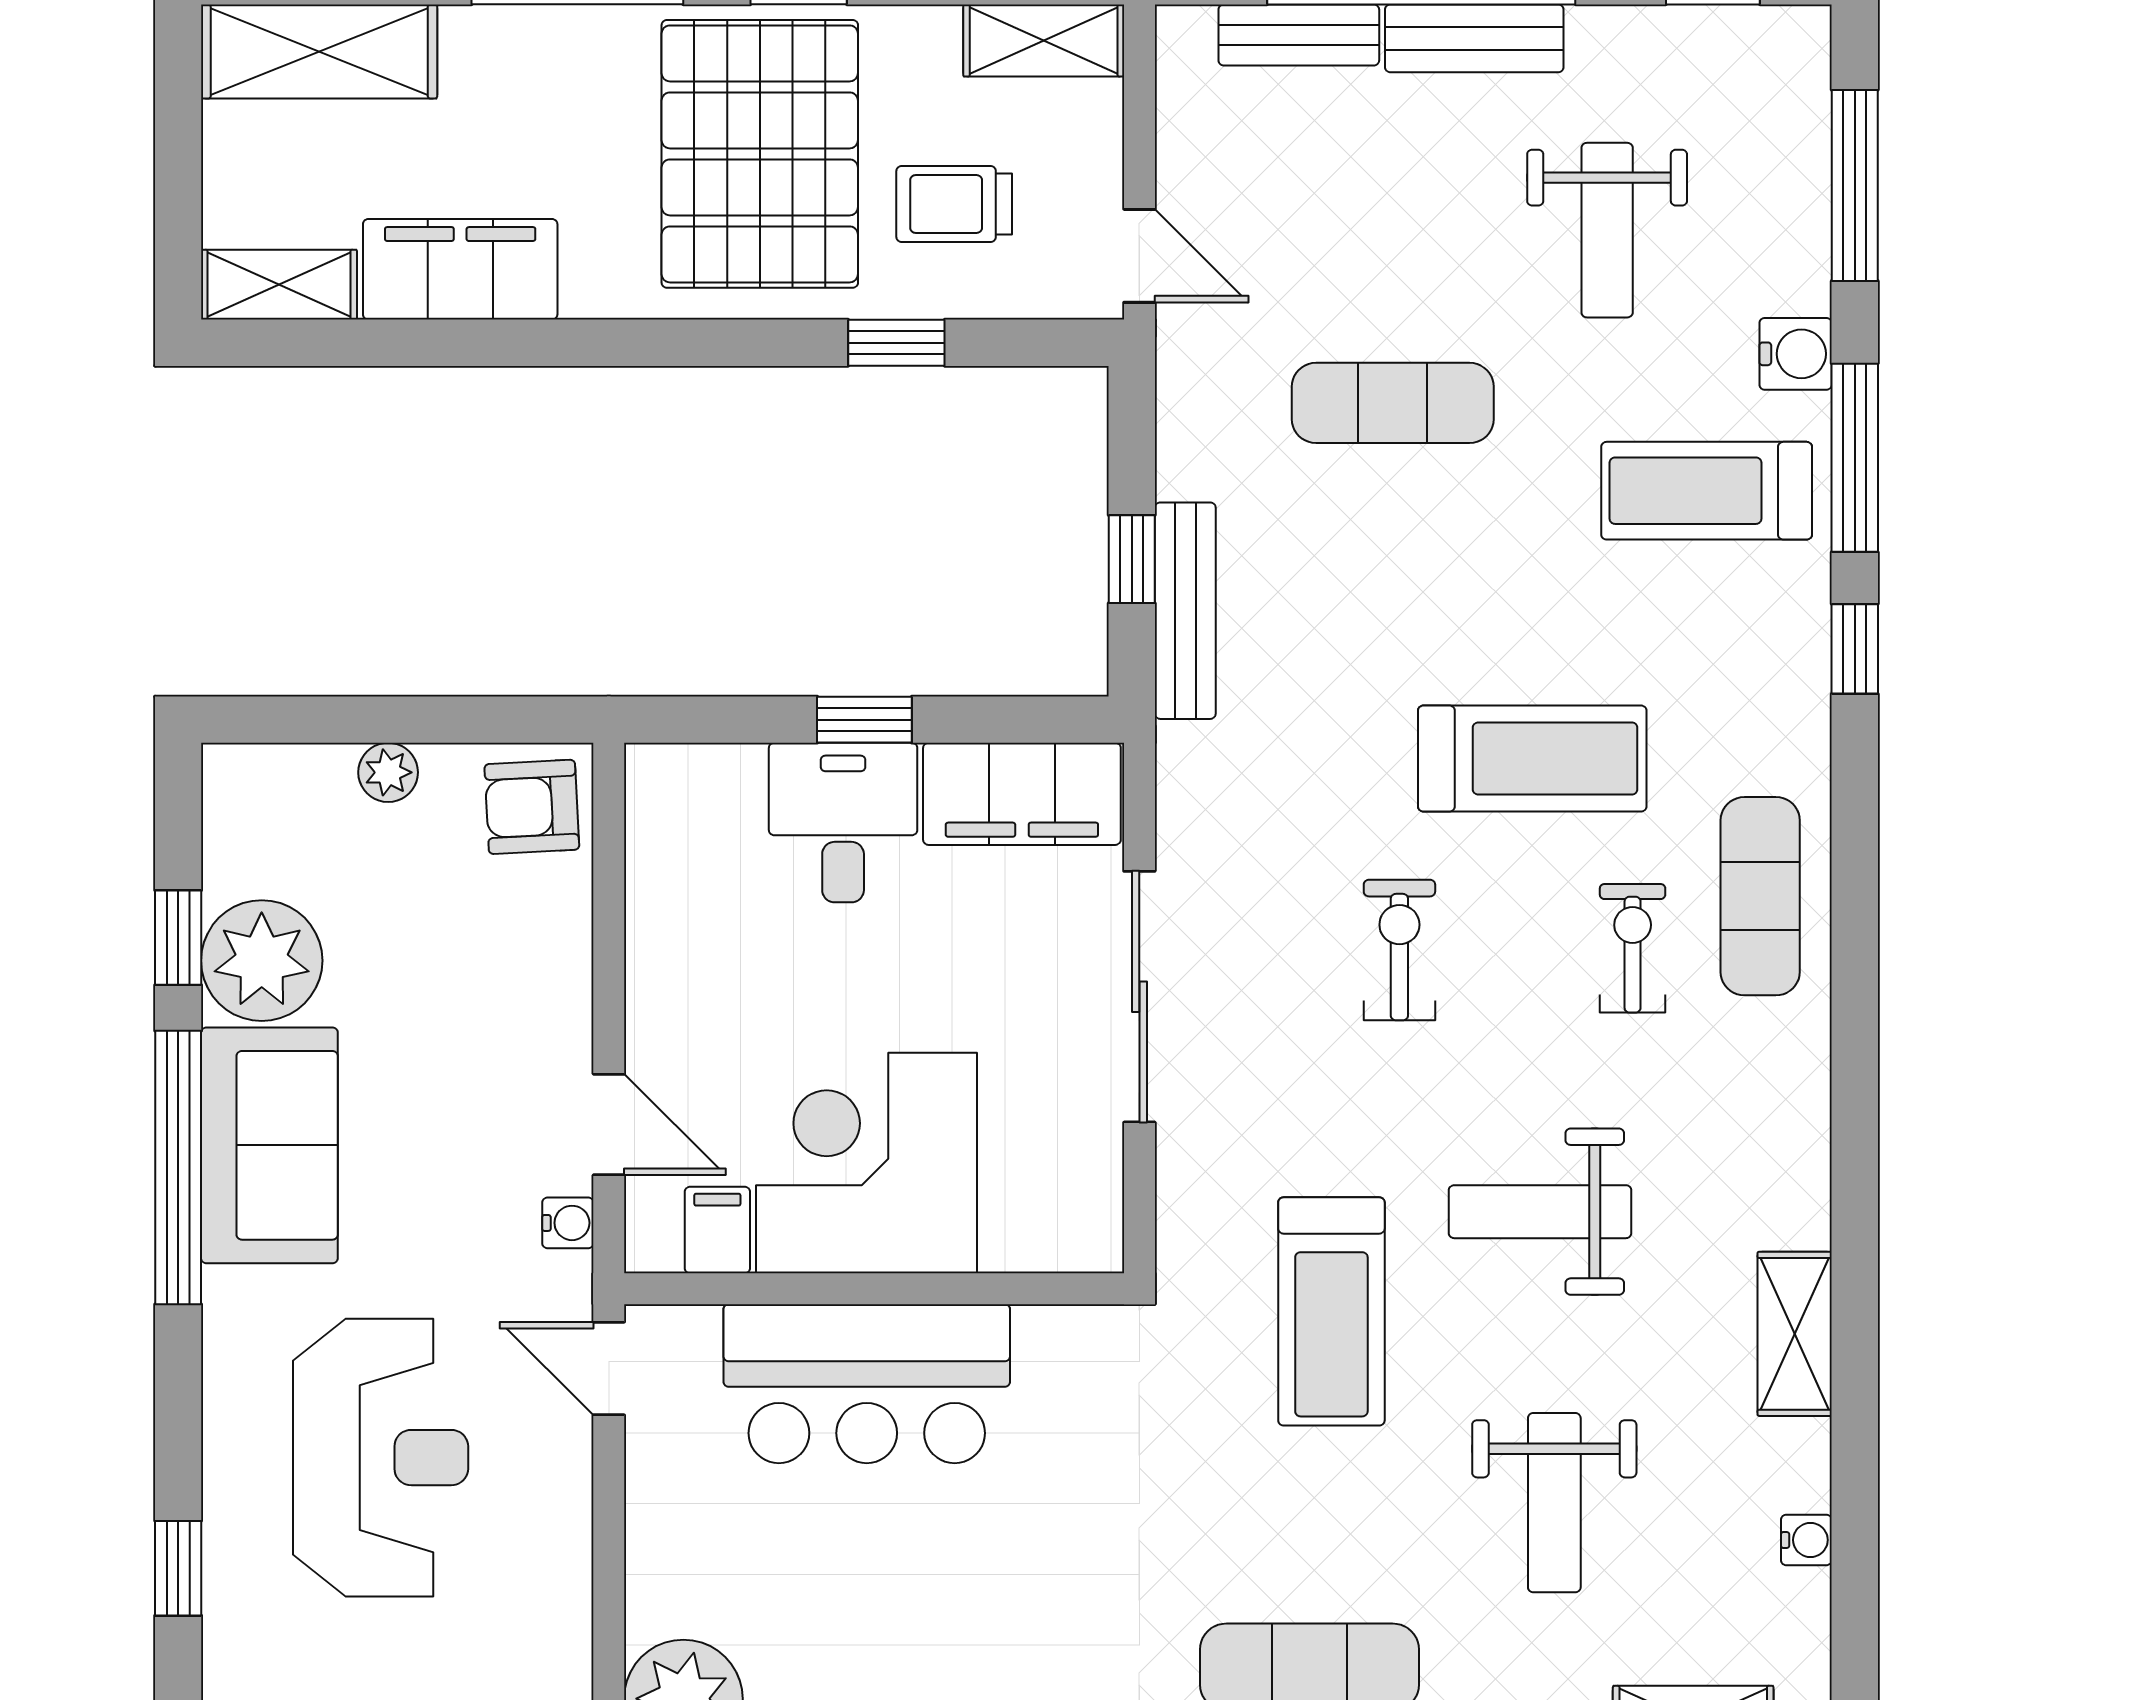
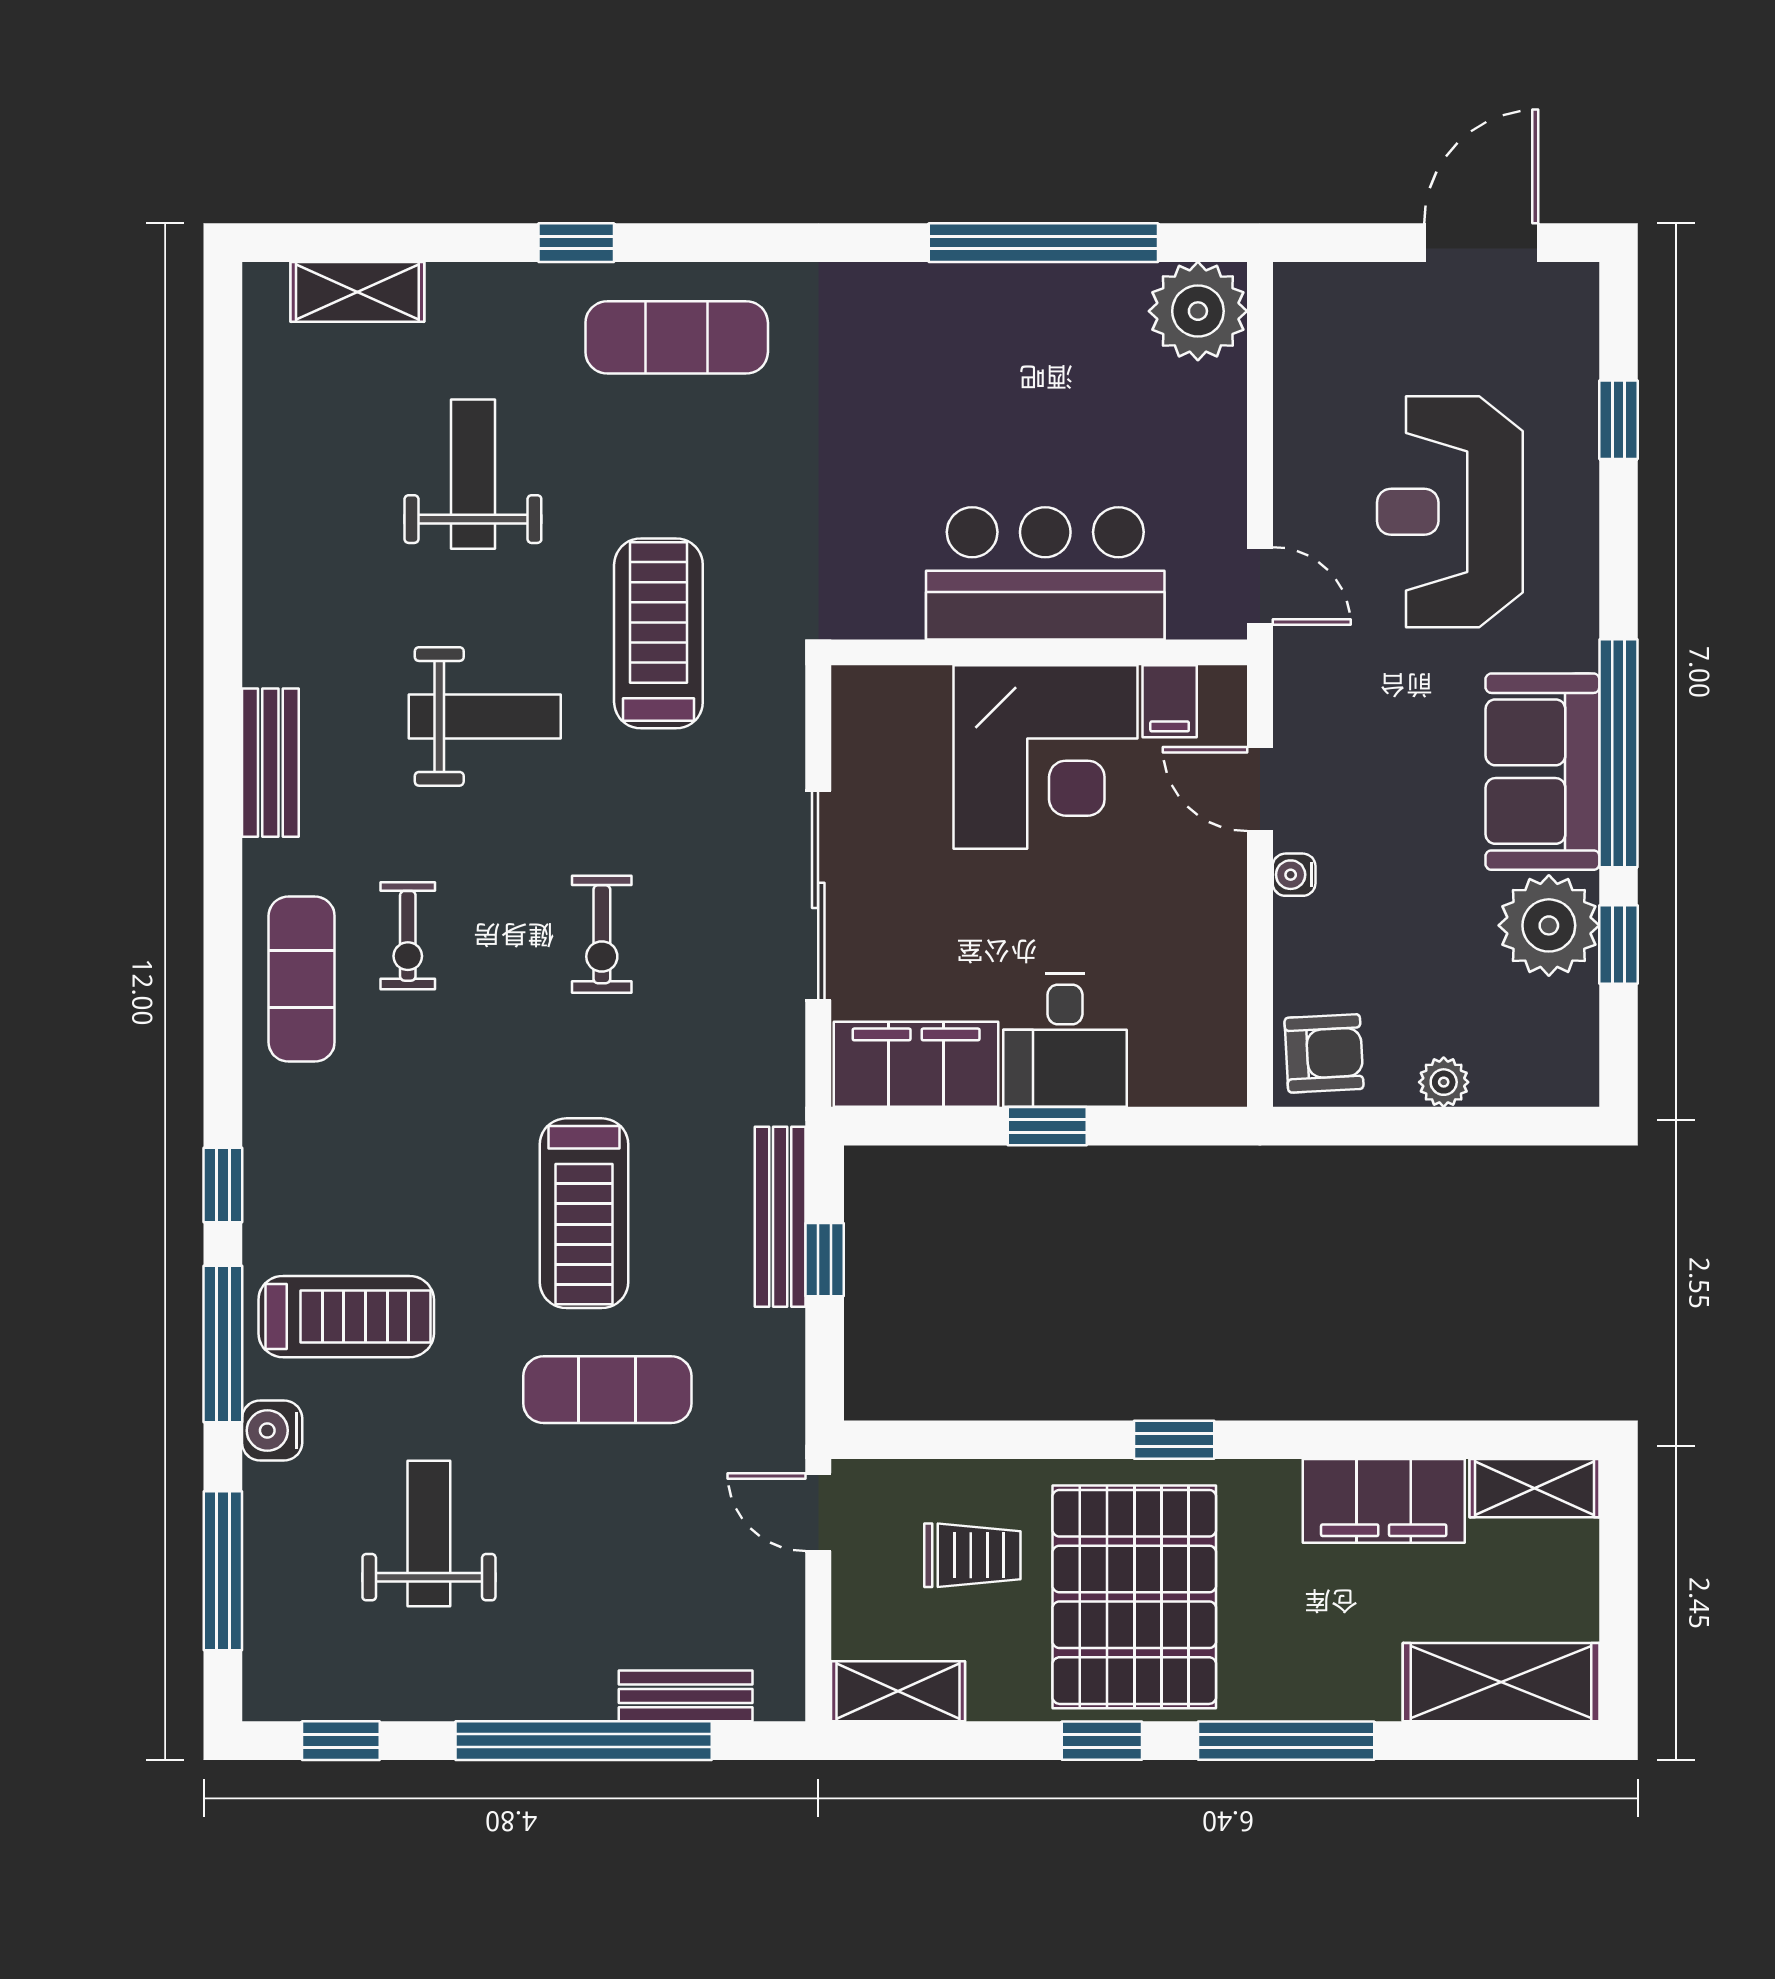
bench: (1474, 38) -> (270, 763), moved, turned 90
window: (896, 343) -> (1174, 1440), moved
treadmill: (1532, 759) -> (584, 1213), moved, turned -90
water cooler: (568, 1223) -> (1294, 875), moved
shelving: (1795, 1334) -> (273, 615), removed
water cooler: (1806, 1540) -> (263, 443), removed

